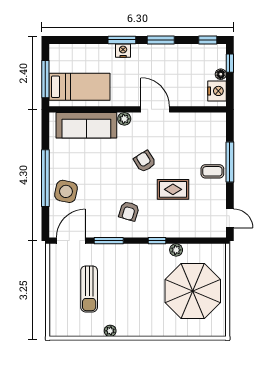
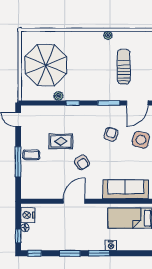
nightstand: (123, 51) -> (111, 245), moved
door: (155, 109) -> (74, 201), swing flipped
plant: (124, 119) -> (97, 194), removed
armchair: (129, 211) -> (111, 134), moved

